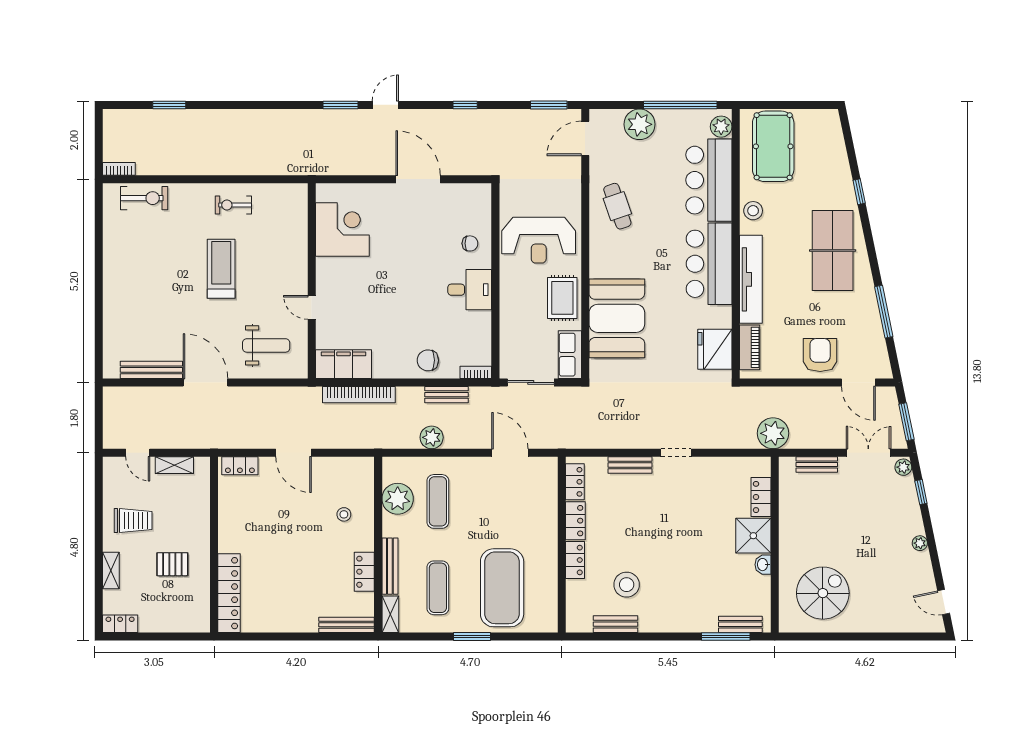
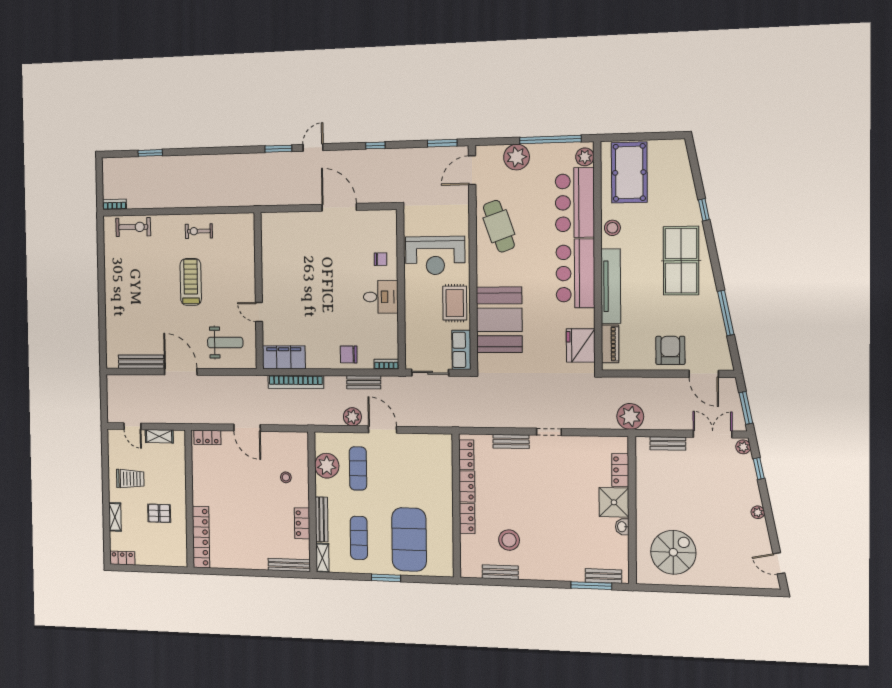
cafe table: (617, 206) -> (499, 226), width x1.37, depth x1.35
corner desk: (342, 229) -> (281, 249), removed
door: (510, 453) -> (382, 430), moved

